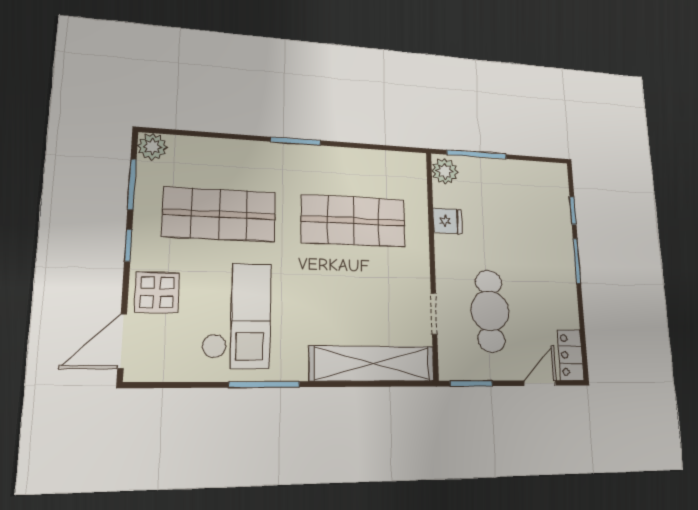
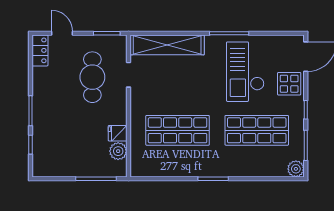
plant: (445, 171) -> (118, 151), moved
door: (540, 383) -> (62, 33), swing flipped

